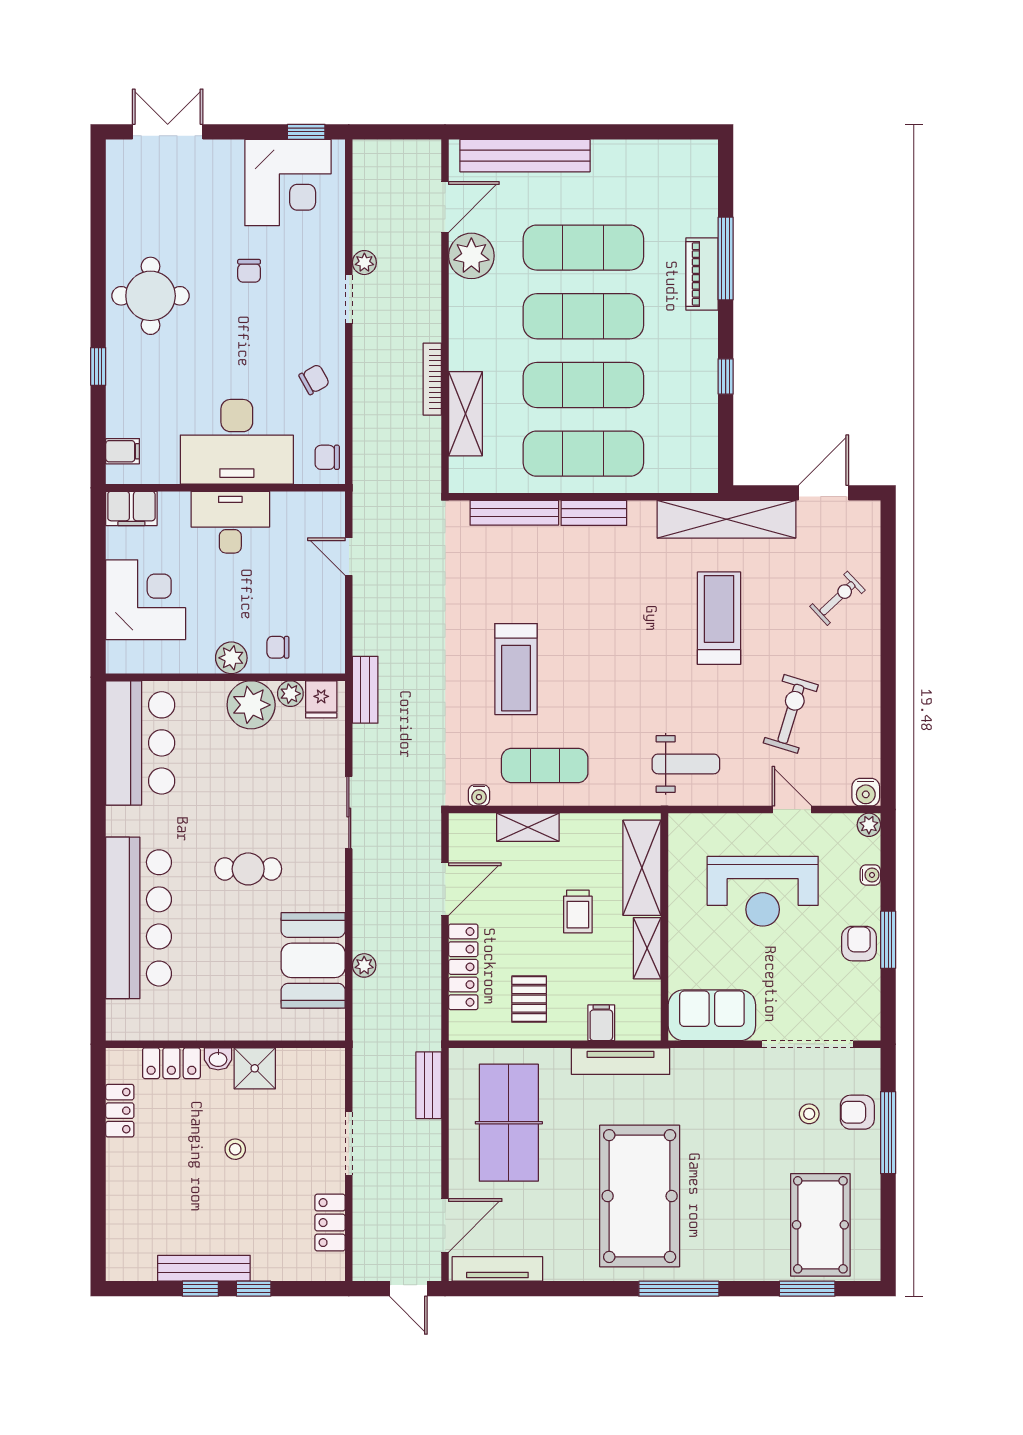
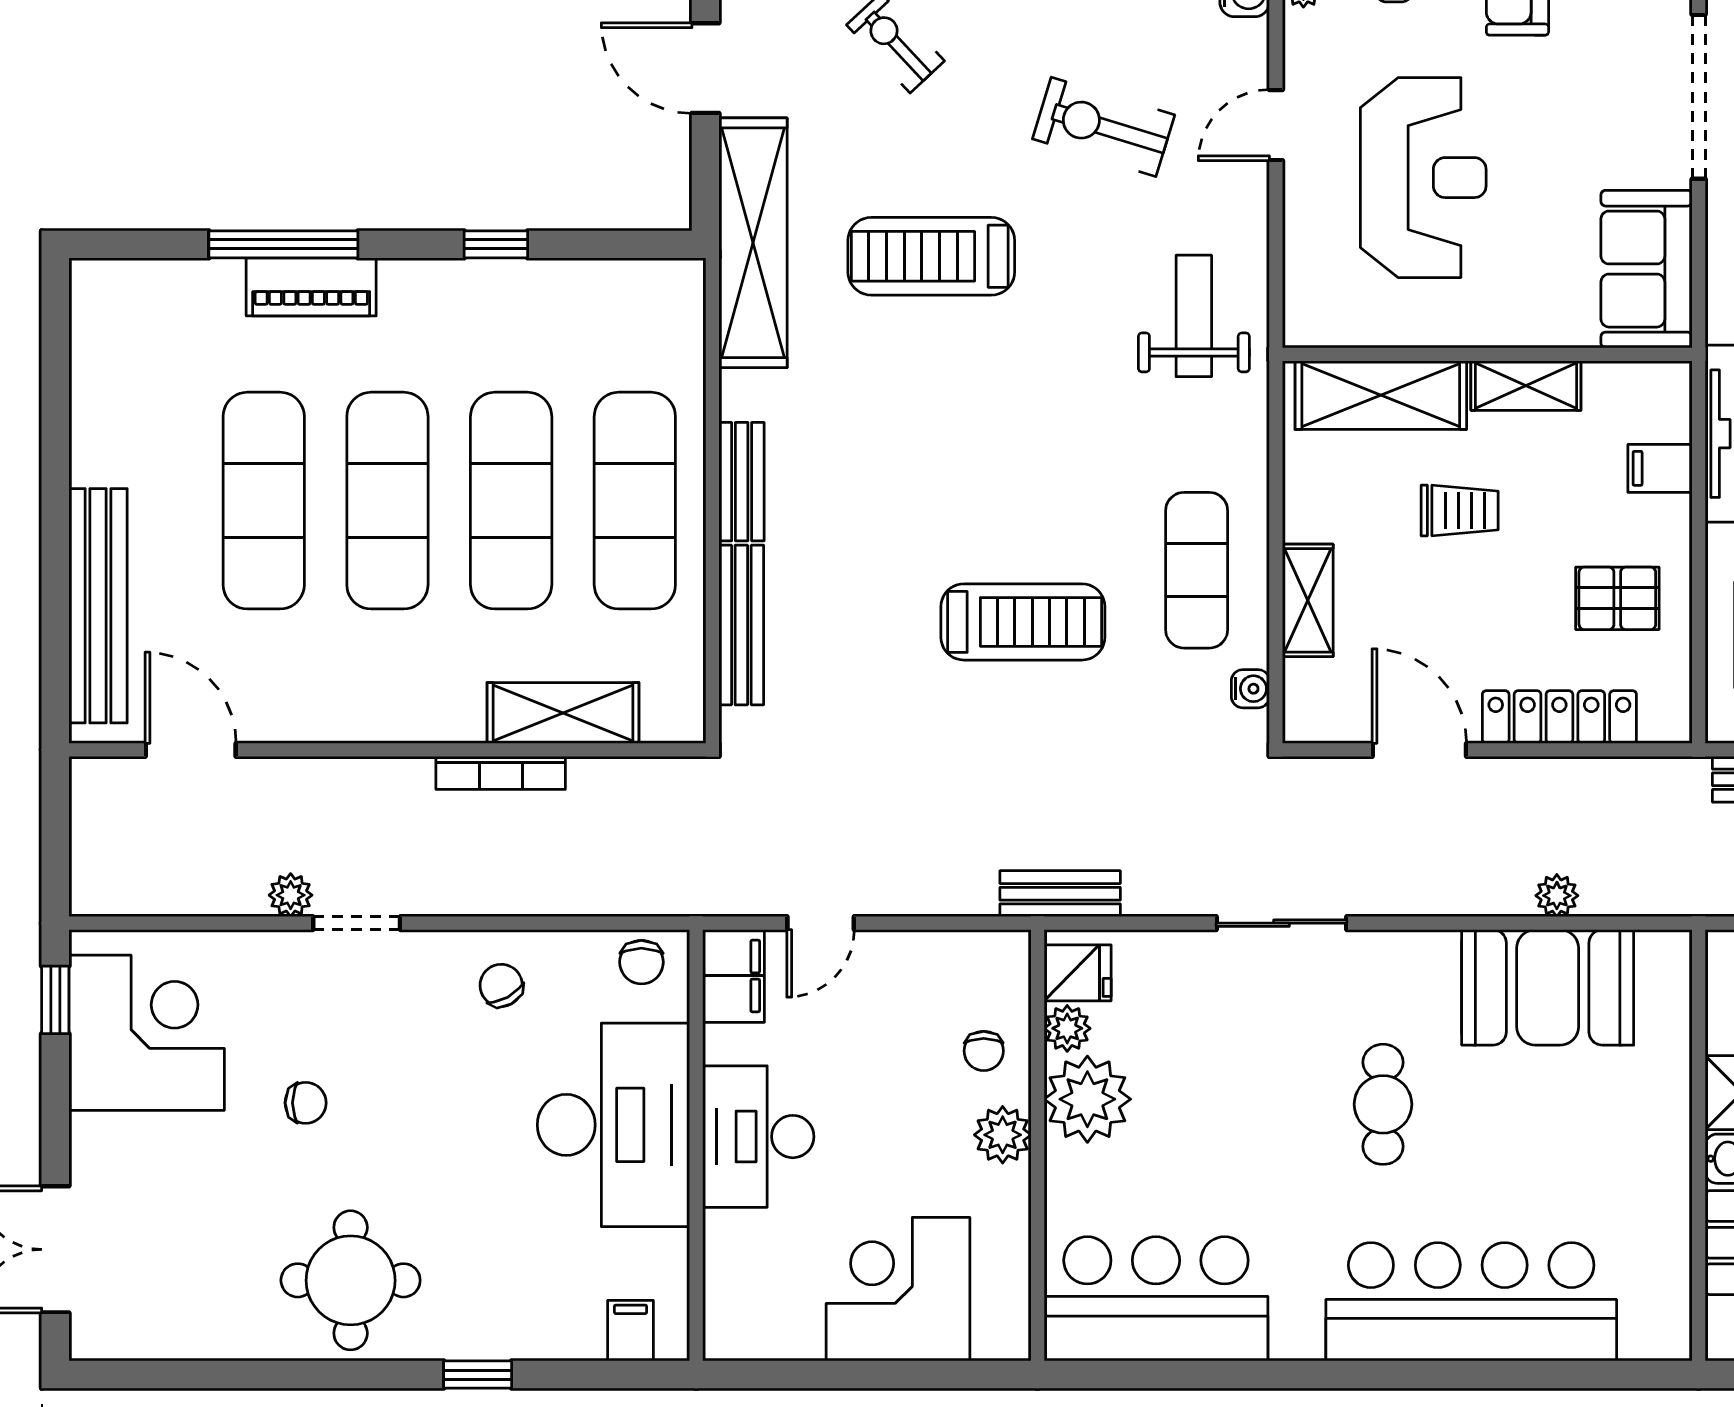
plant: (471, 256) -> (279, 702), removed
filing cabinet: (131, 508) -> (734, 976), moved

